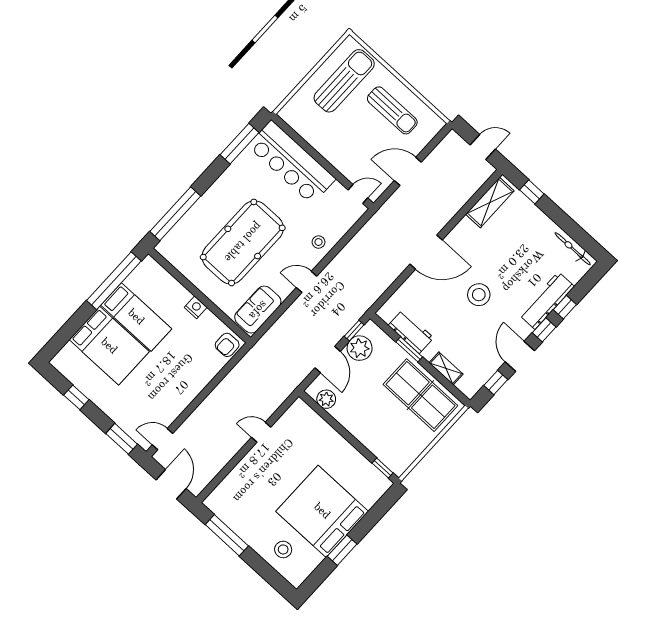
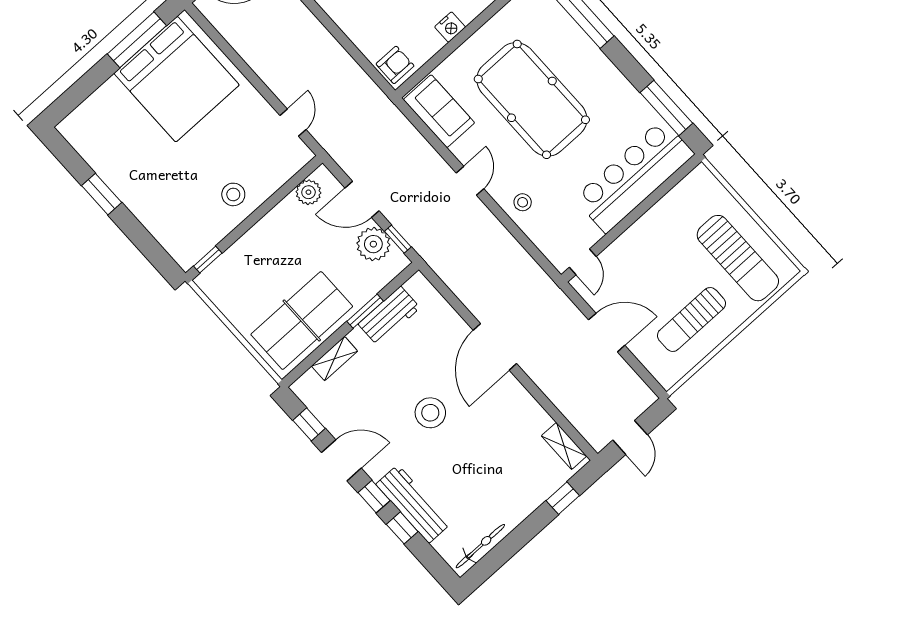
door: (408, 171) -> (607, 333), hinge flipped
shelving: (490, 202) -> (564, 446), width x0.67, depth x0.75
armchair: (227, 345) -> (395, 65), turned 90
door: (261, 432) -> (293, 123), moved
bed: (322, 511) -> (177, 79), moved, turned 90
stool: (283, 549) -> (233, 194), moved

